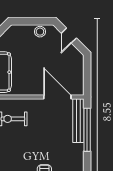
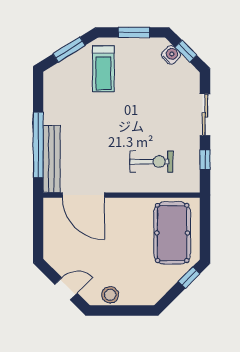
door: (69, 36) -> (66, 289), hinge flipped

